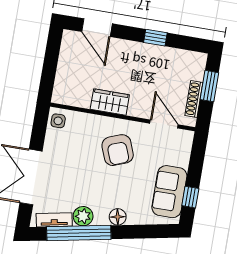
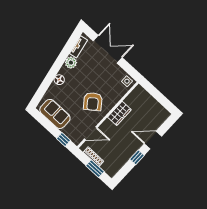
door: (97, 28) -> (153, 140), moved
armchair: (118, 150) -> (93, 102), turned -106
window: (190, 197) -> (63, 139), moved
window: (79, 233) -> (64, 55), removed

